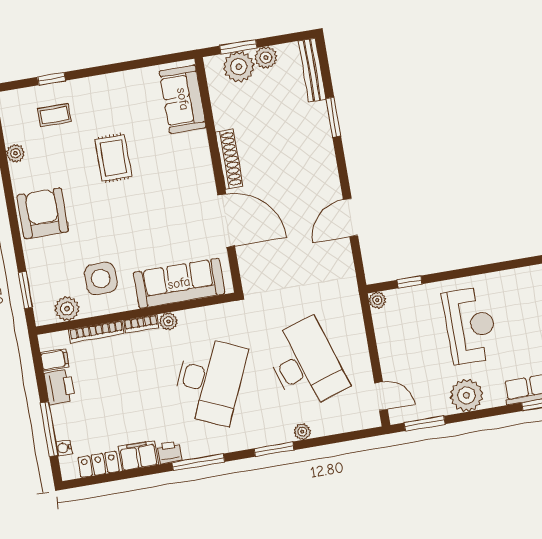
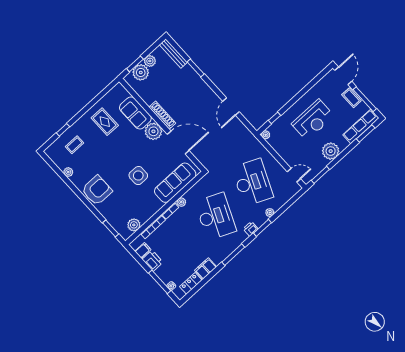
sofa: (183, 99) -> (135, 113), moved
rug: (113, 158) -> (105, 122), moved
plant: (198, 176) -> (153, 131), added
armchair: (43, 213) -> (97, 190), turned 90
side table: (101, 279) -> (138, 176), moved
reception desk: (470, 326) -> (313, 120), turned 90
desk: (306, 364) -> (252, 182), turned 42
printer: (169, 453) -> (251, 229), moved

